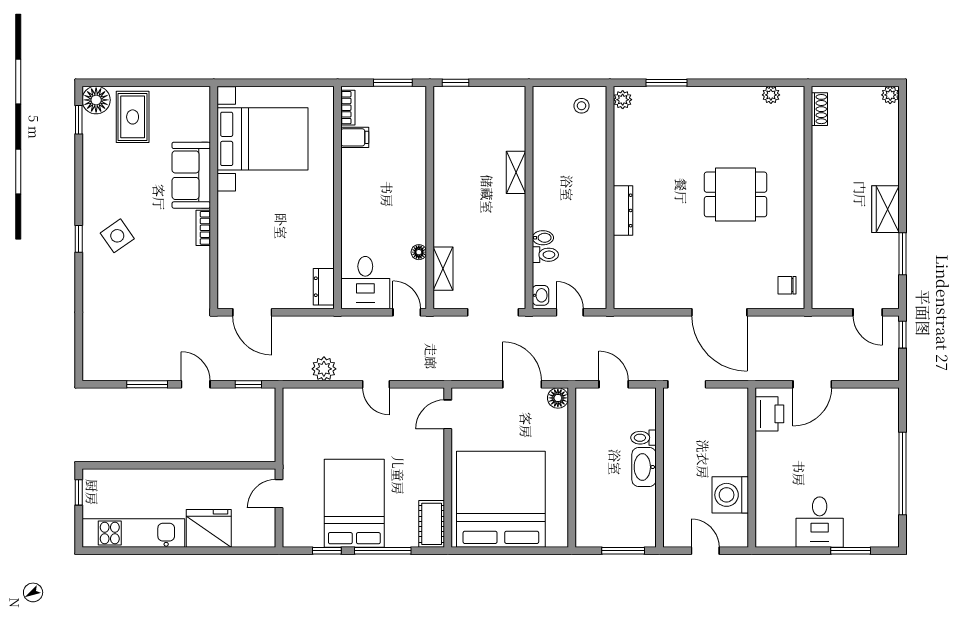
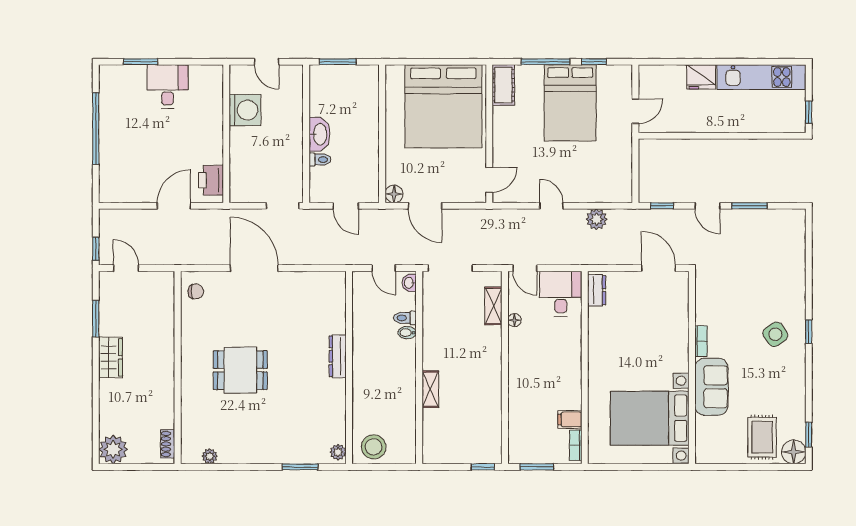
plant: (890, 95) -> (113, 449), width x1.88, depth x1.88
stool: (582, 106) -> (374, 447), width x1.89, depth x1.89
fridge: (209, 528) -> (701, 77), width x0.73, depth x0.75

